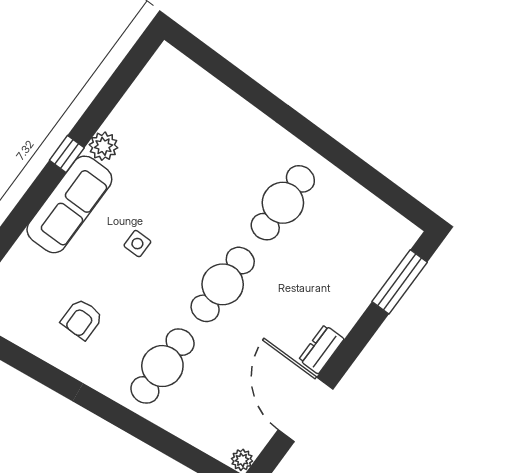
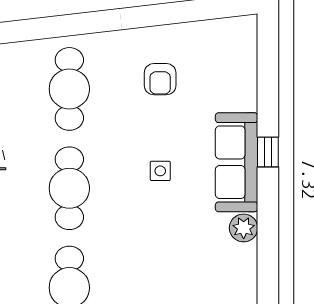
window: (67, 154) -> (268, 152), moved
armchair: (82, 319) -> (160, 79), turned 180

